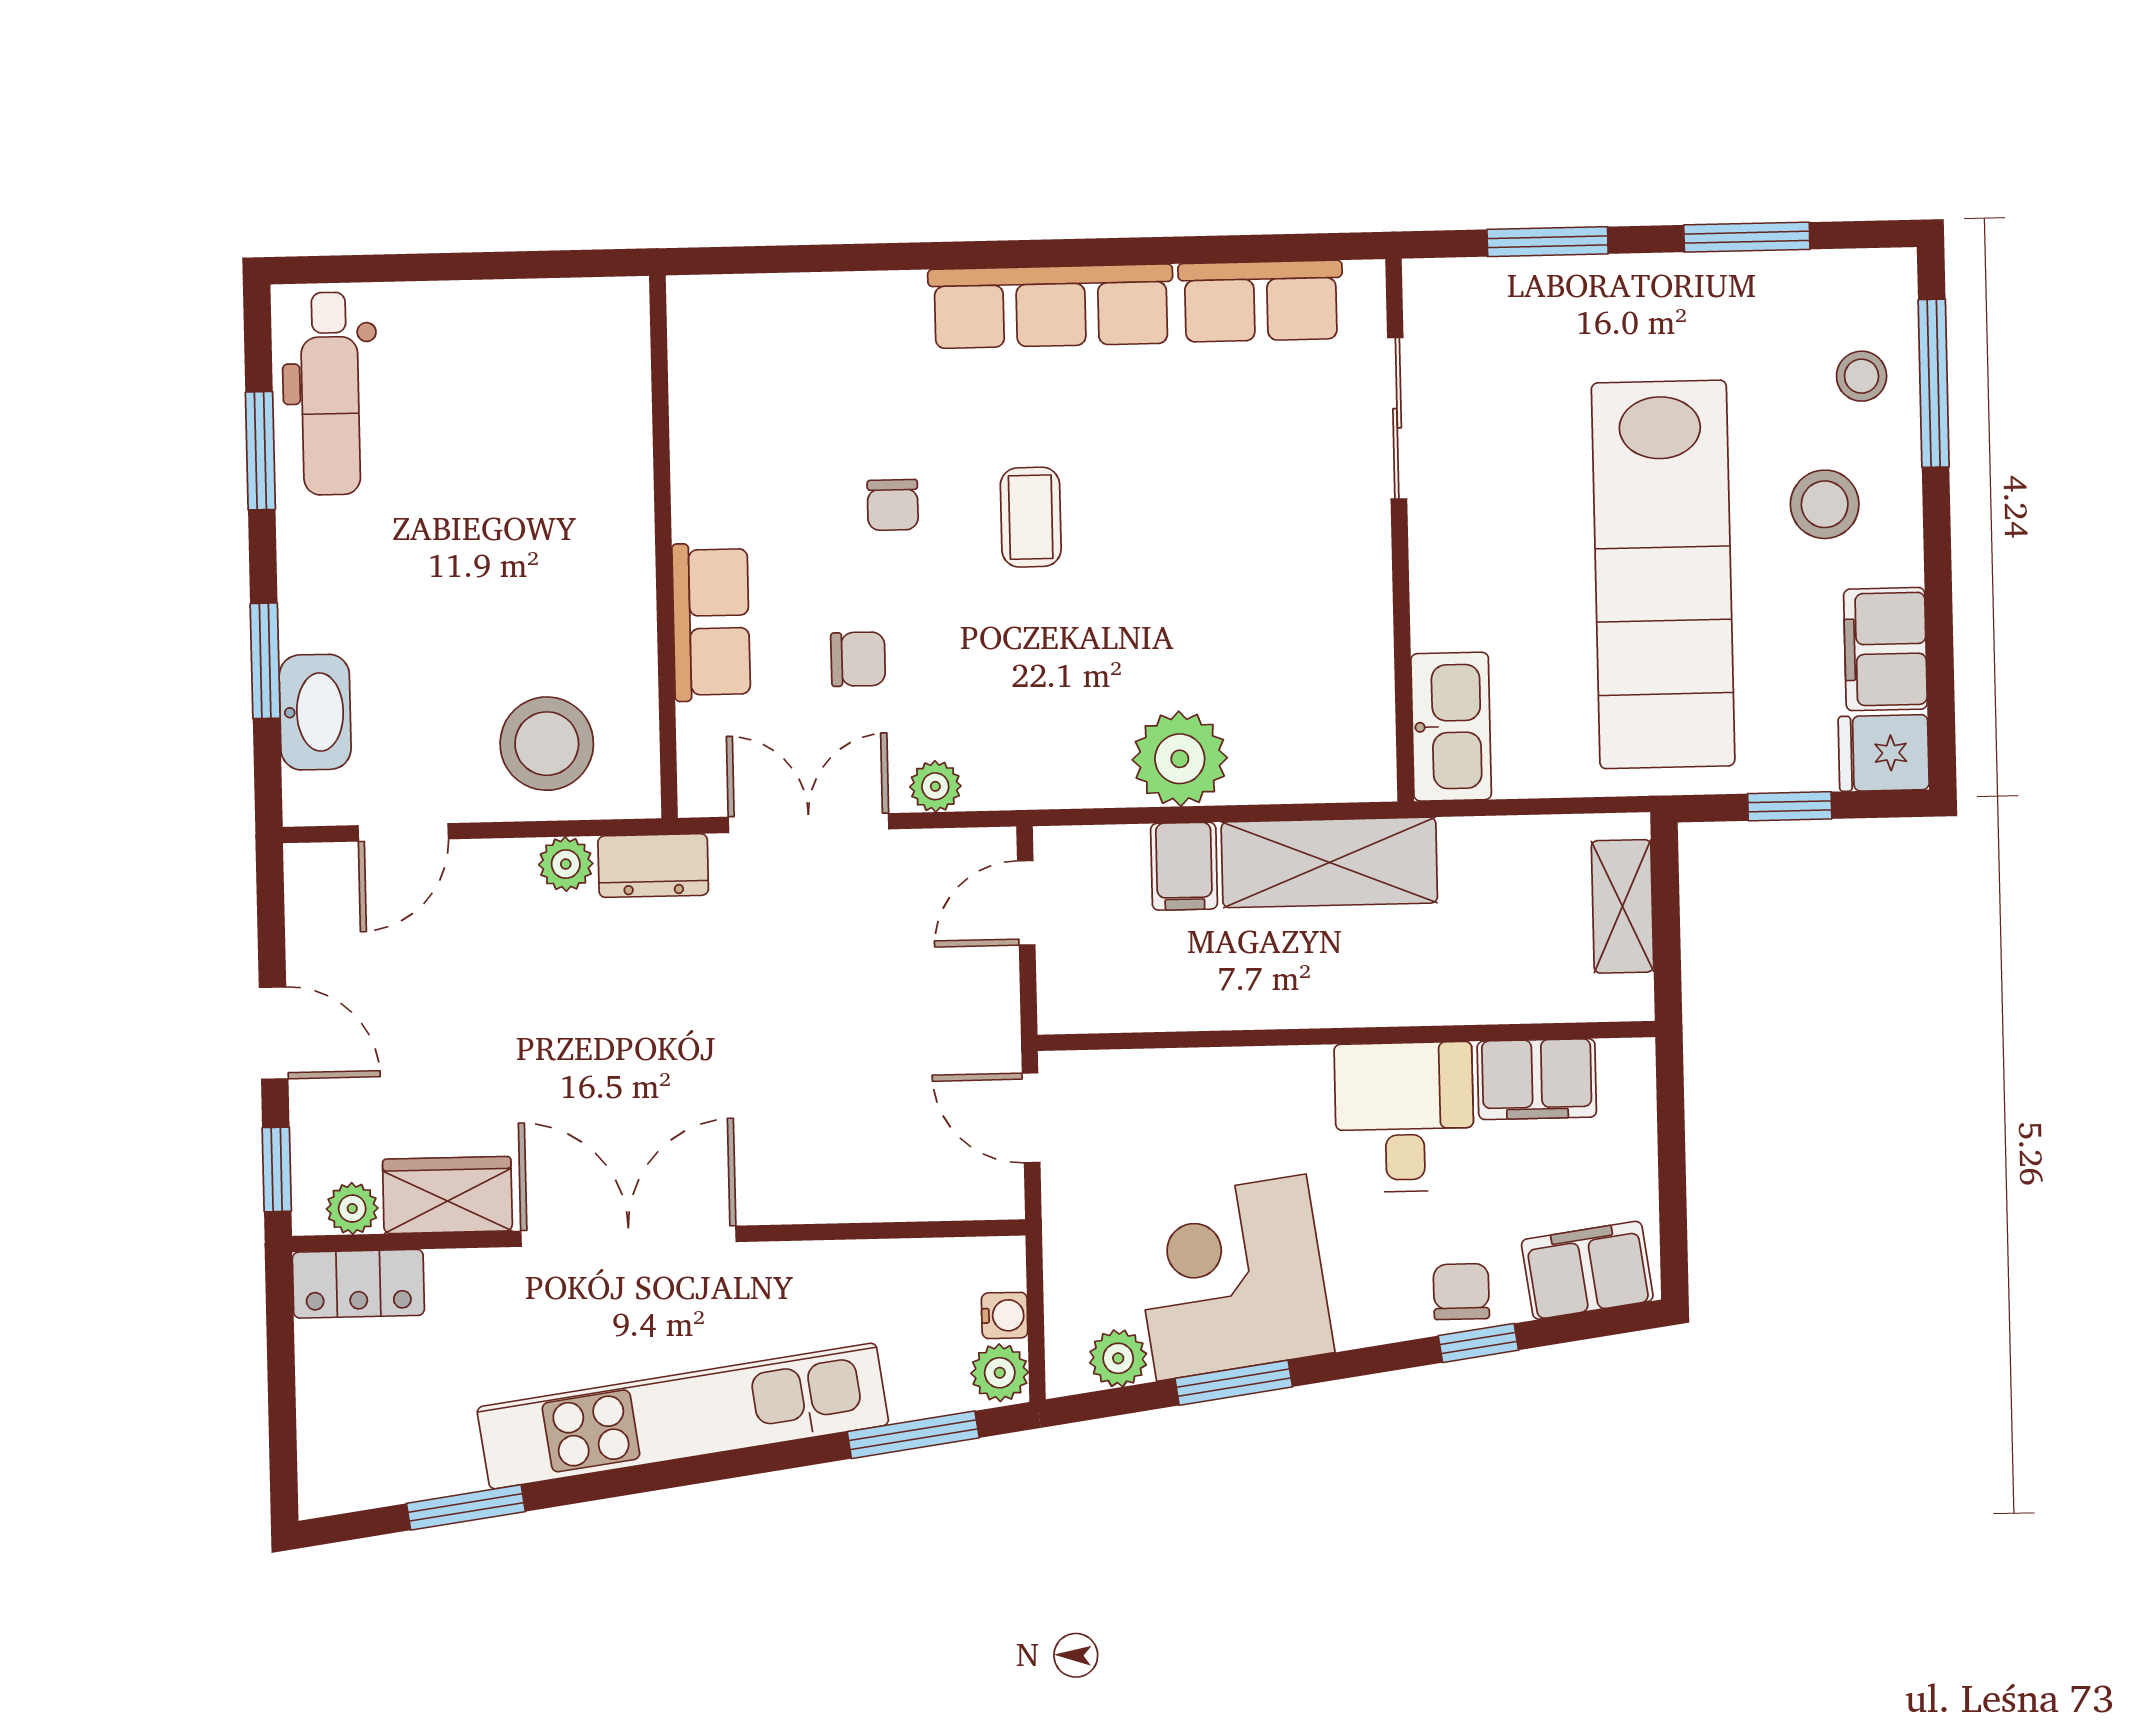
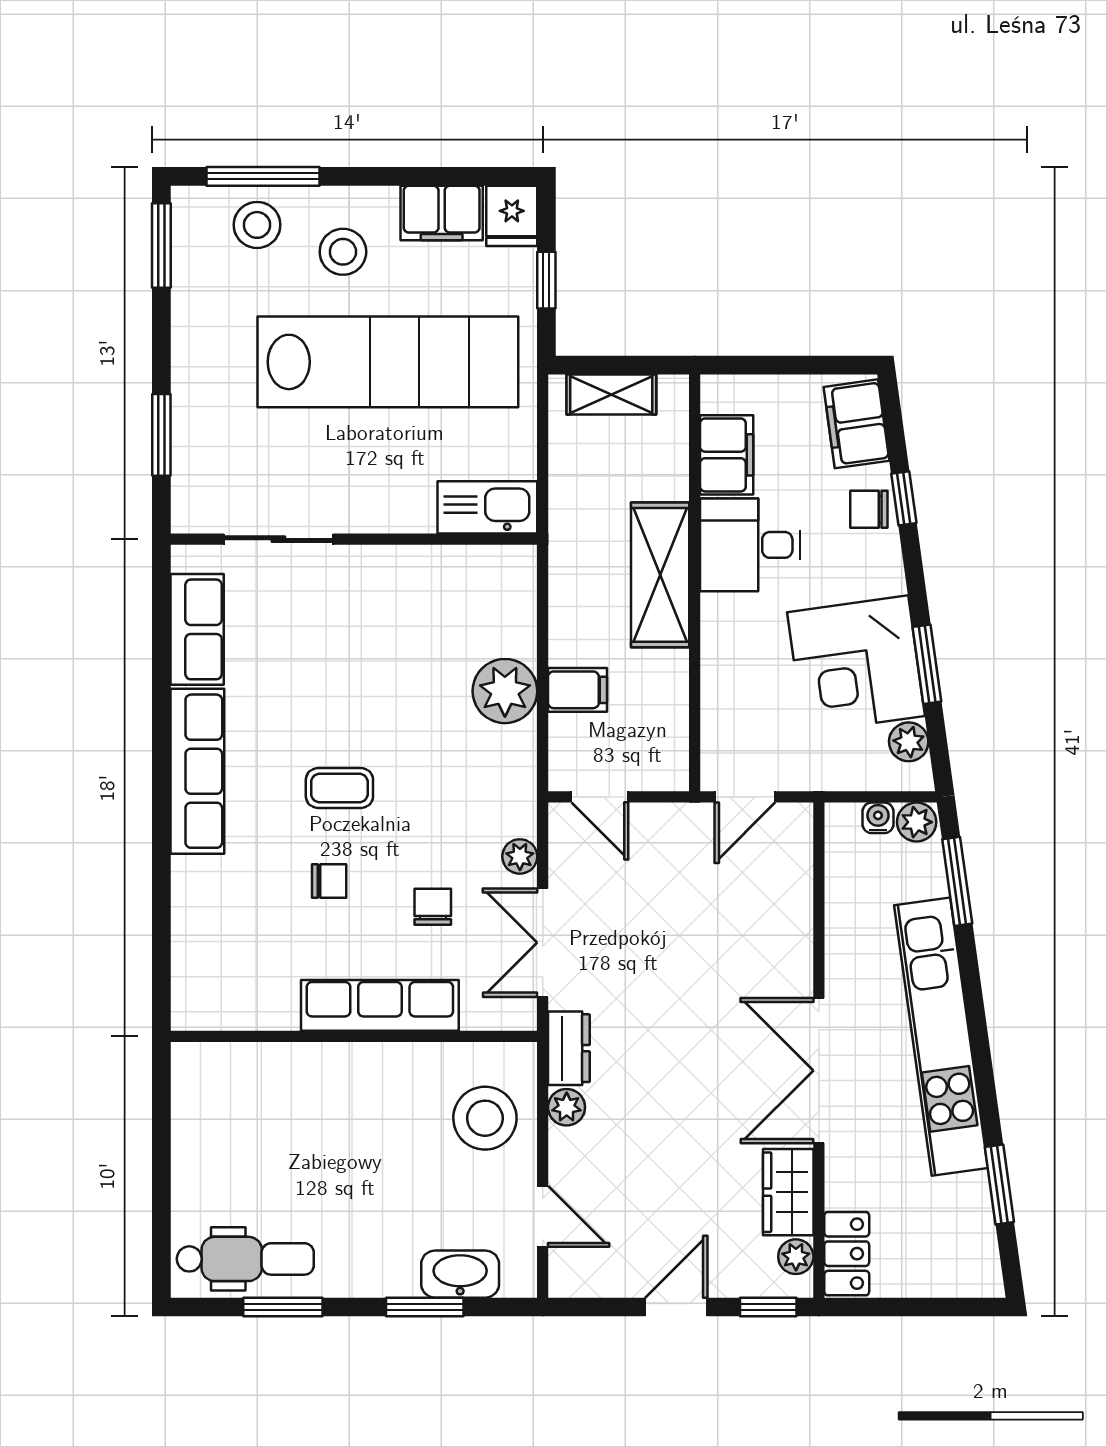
window: (1747, 237) -> (161, 246), moved
stool: (1862, 376) -> (257, 225), width x1.37, depth x1.37
row of seats: (711, 622) -> (380, 1005), width x1.48
shelving: (1329, 862) -> (660, 575), moved

